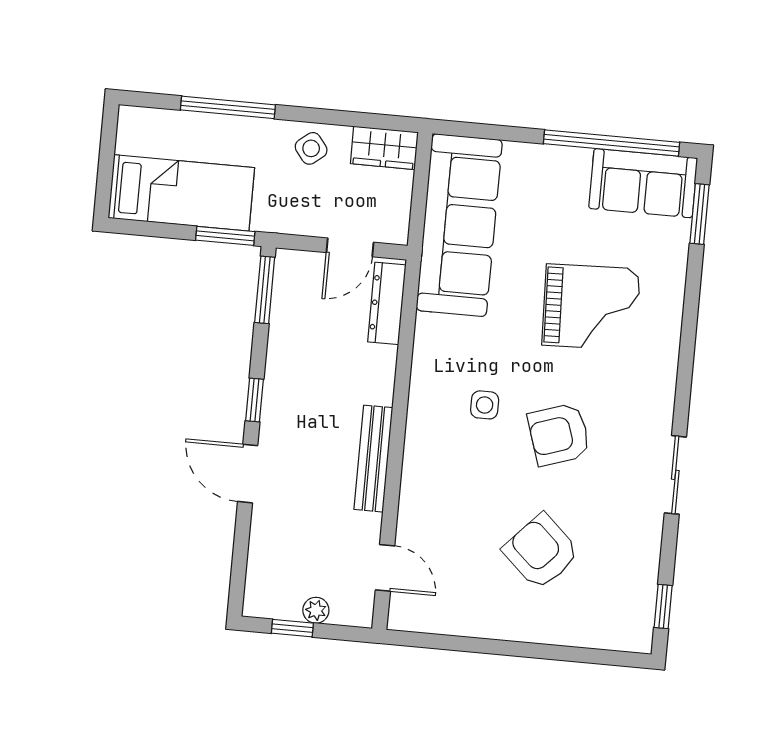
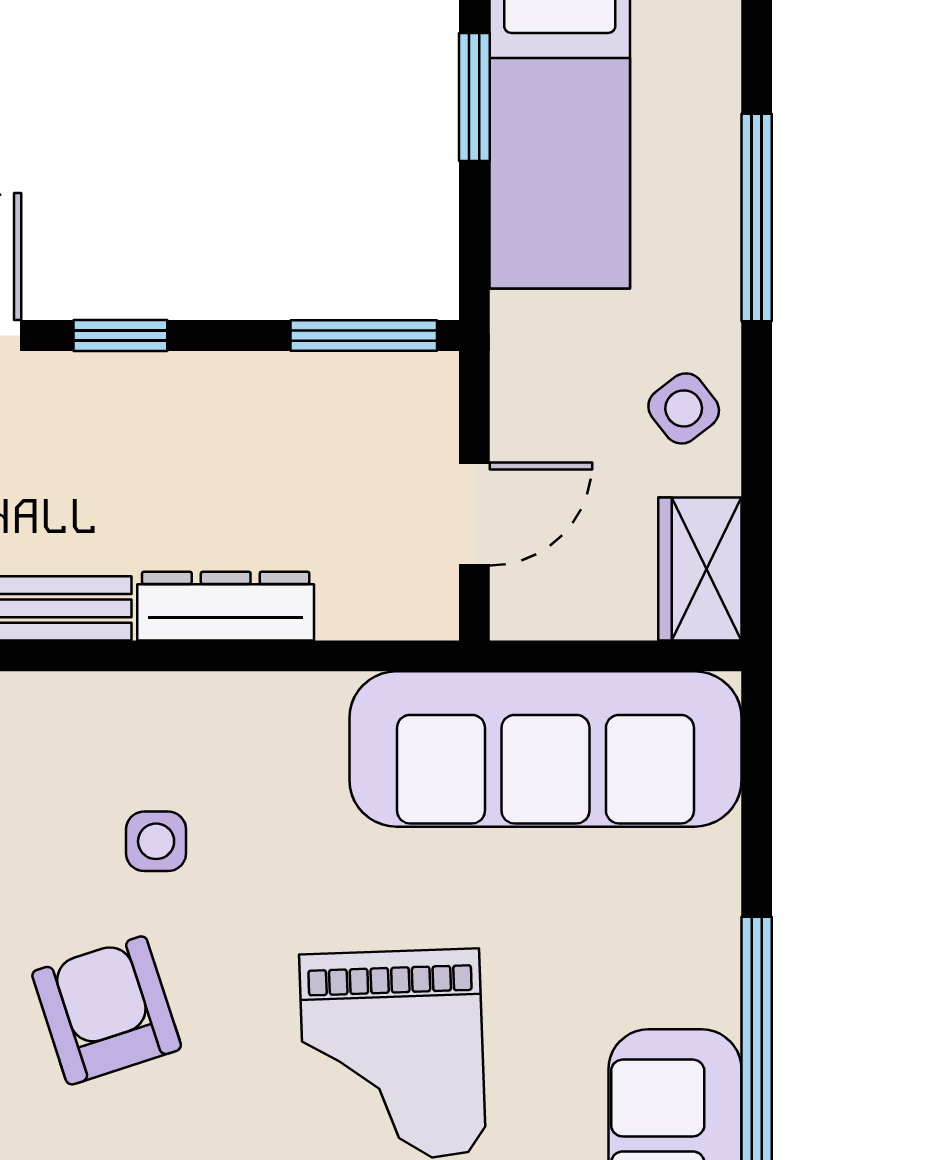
window: (225, 236) -> (474, 97), moved
door: (350, 247) -> (474, 514), swing flipped
dresser: (387, 303) -> (226, 606), moved

